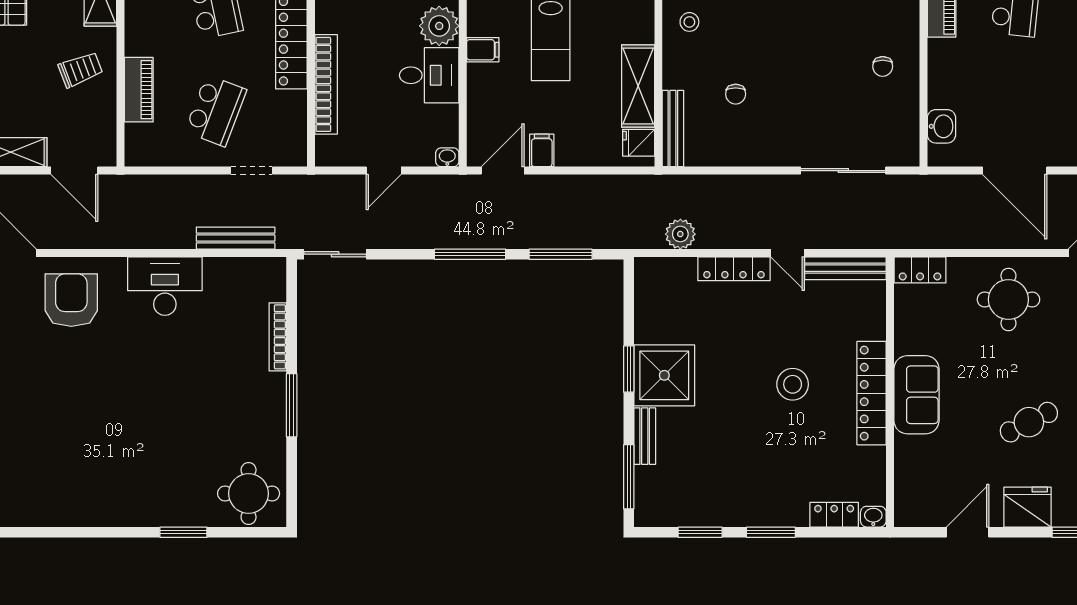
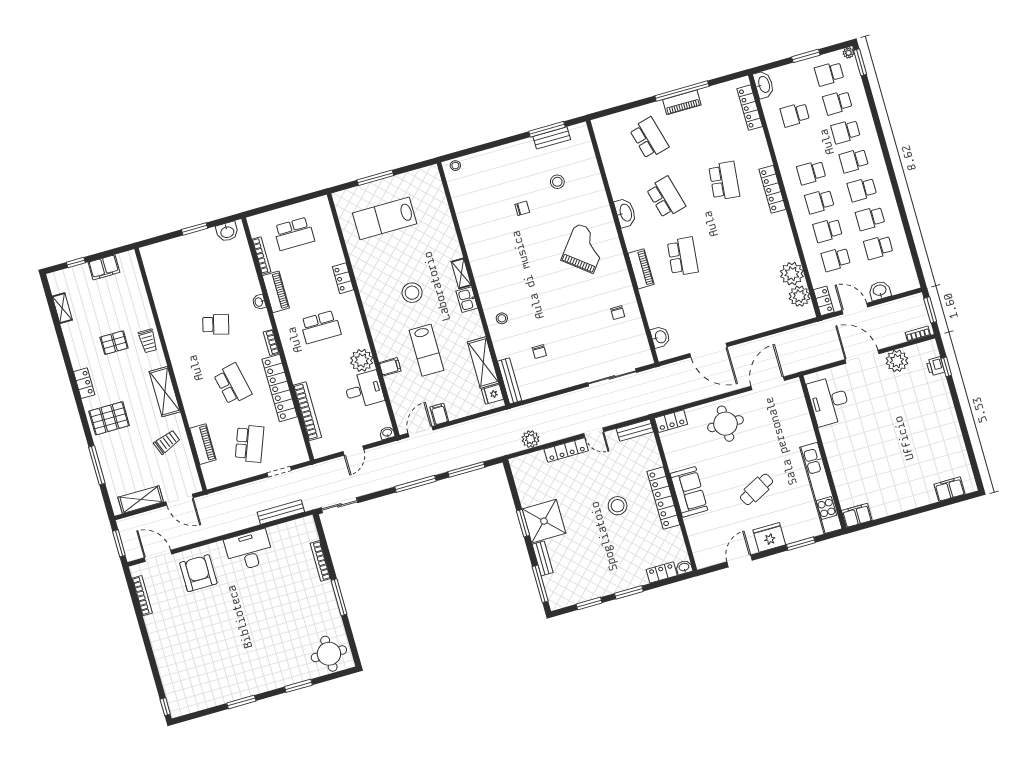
bench: (845, 268) -> (635, 430), width x0.73
window: (82, 532) -> (241, 702), added

